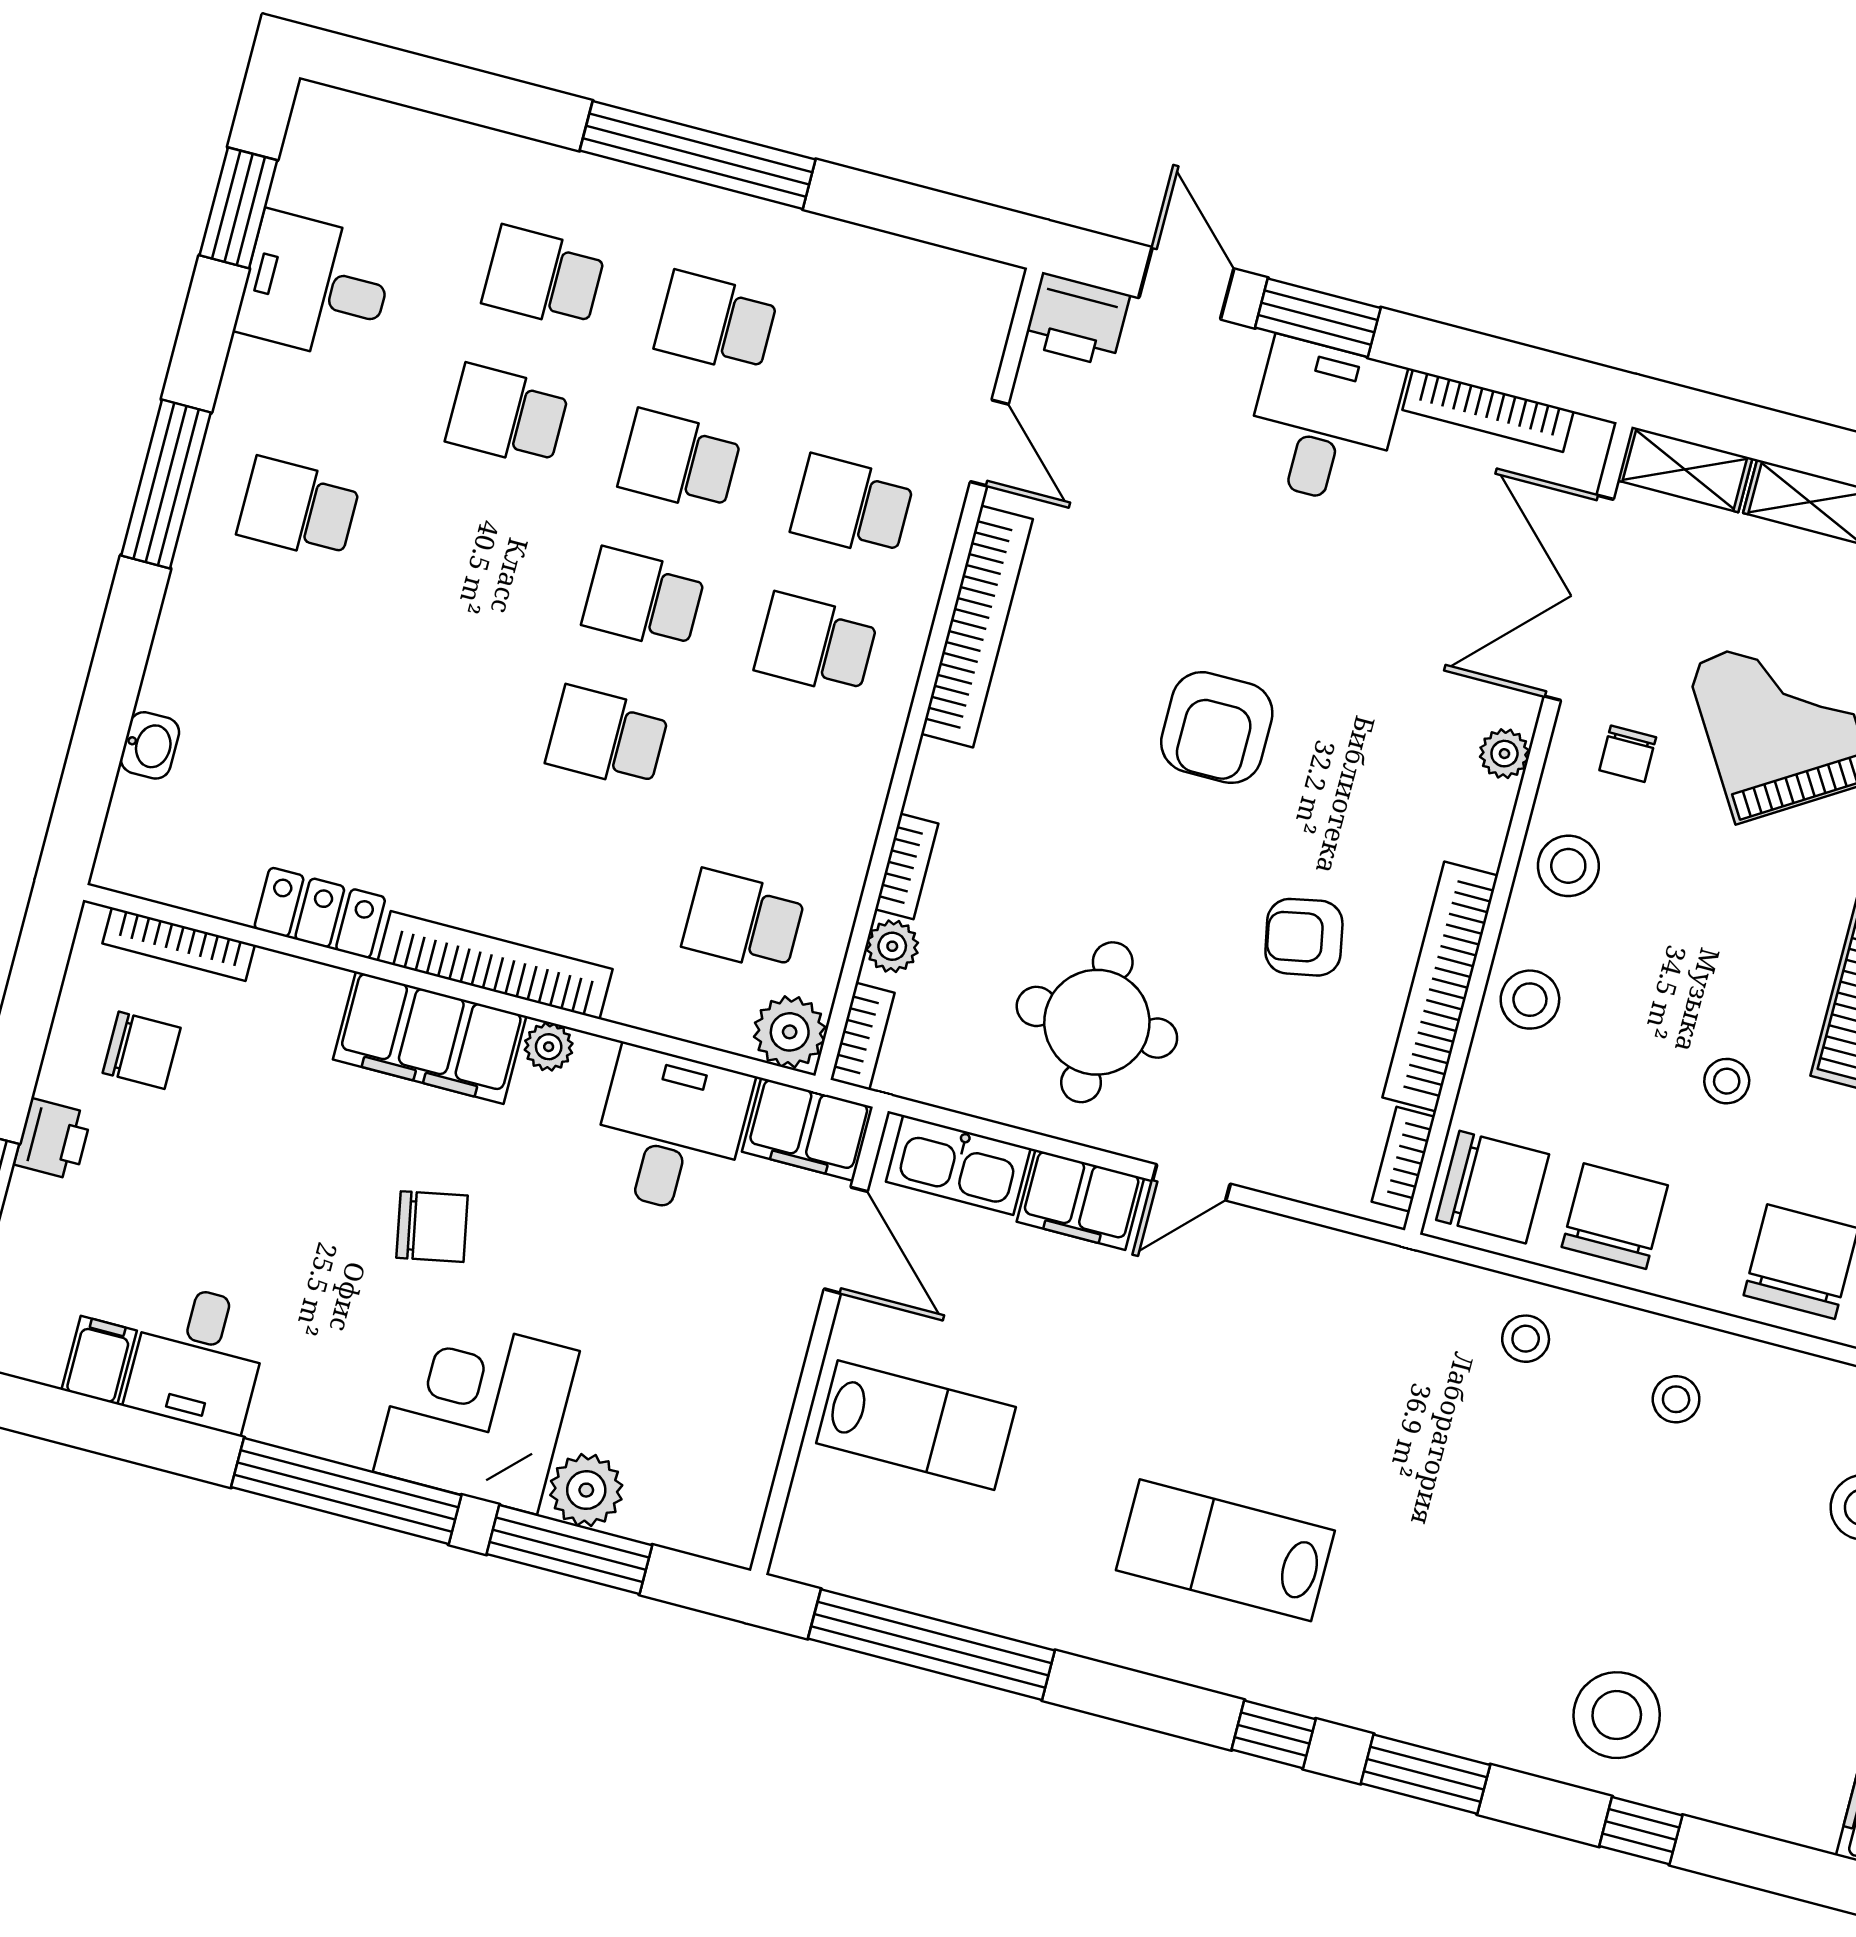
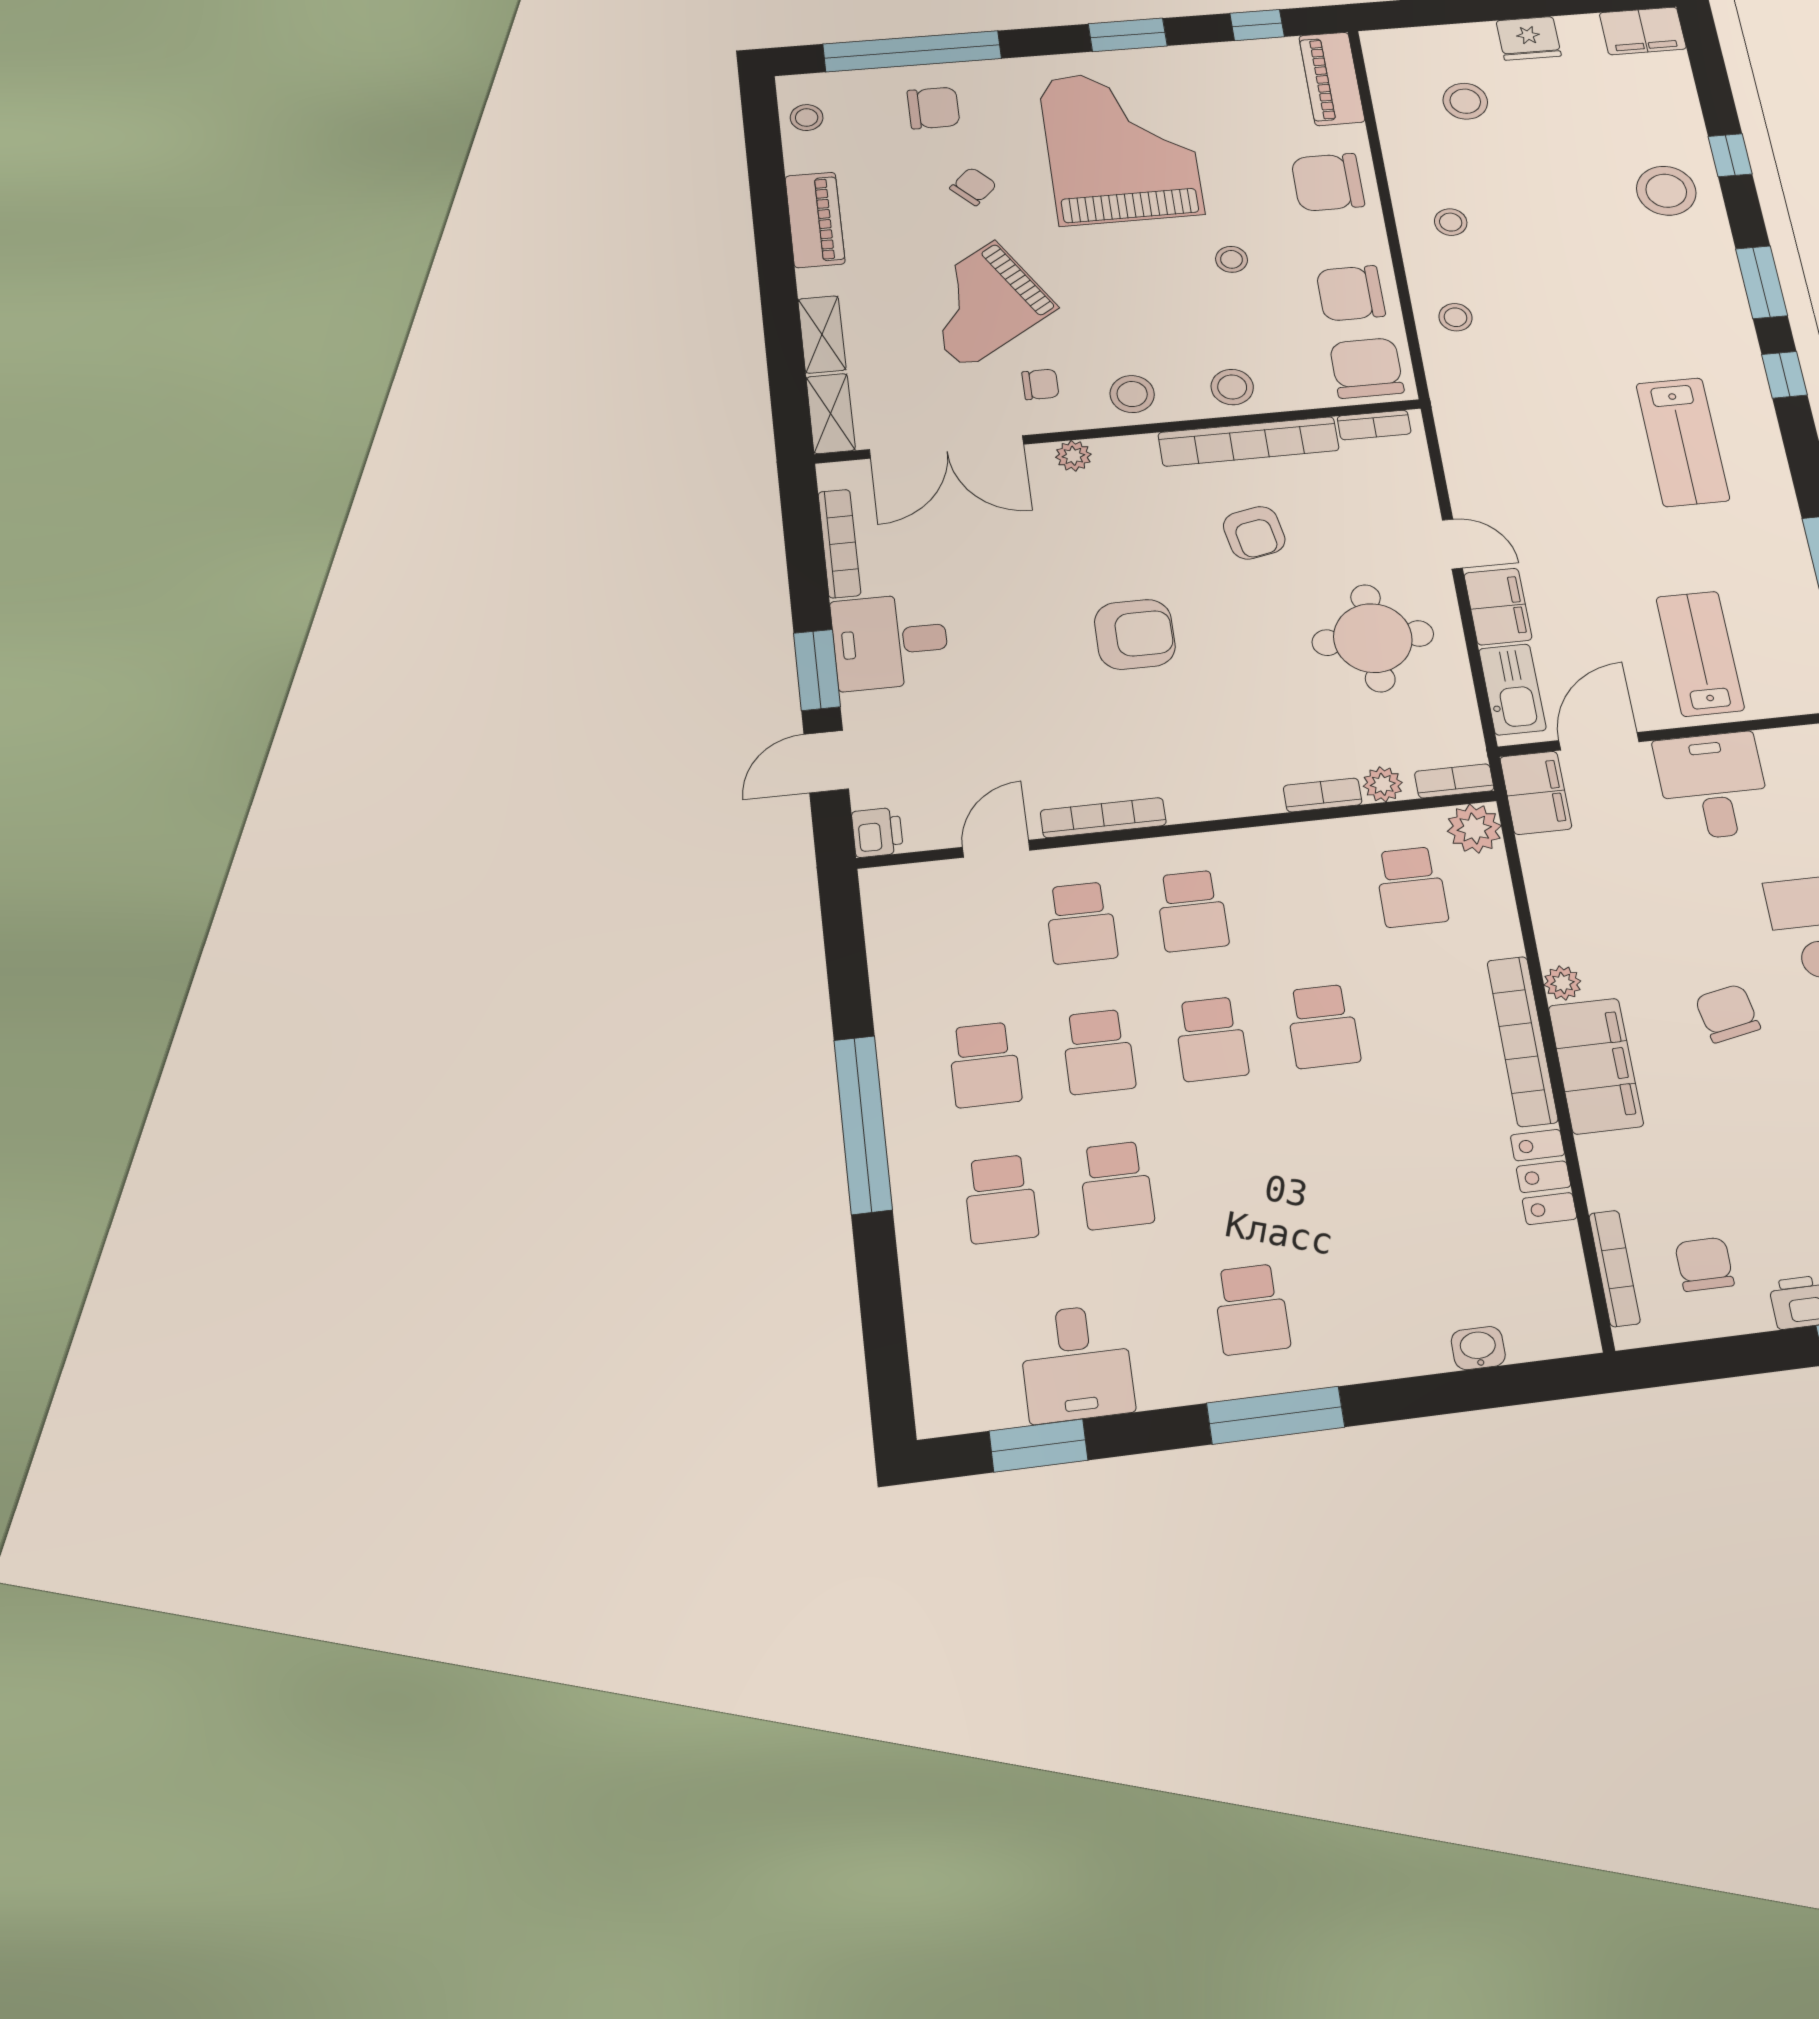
printer: (1077, 320) -> (877, 832), width x0.73, depth x0.81
bookcase: (977, 626) -> (1103, 818), width x0.68, depth x0.76
desk: (671, 1131) -> (1713, 786), moved, turned 90

